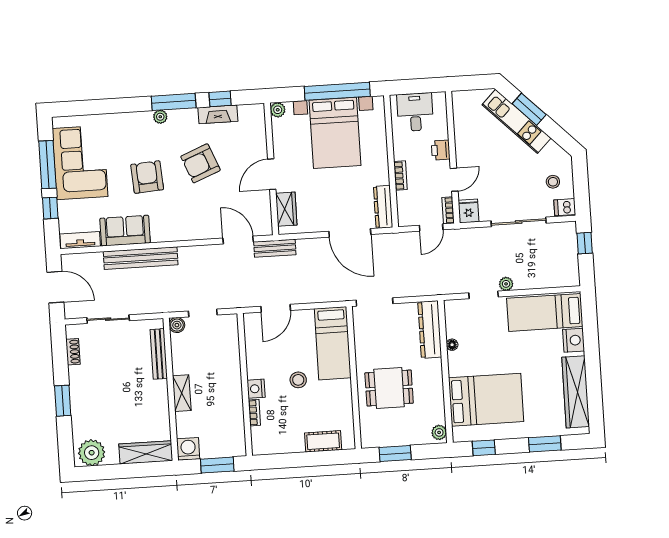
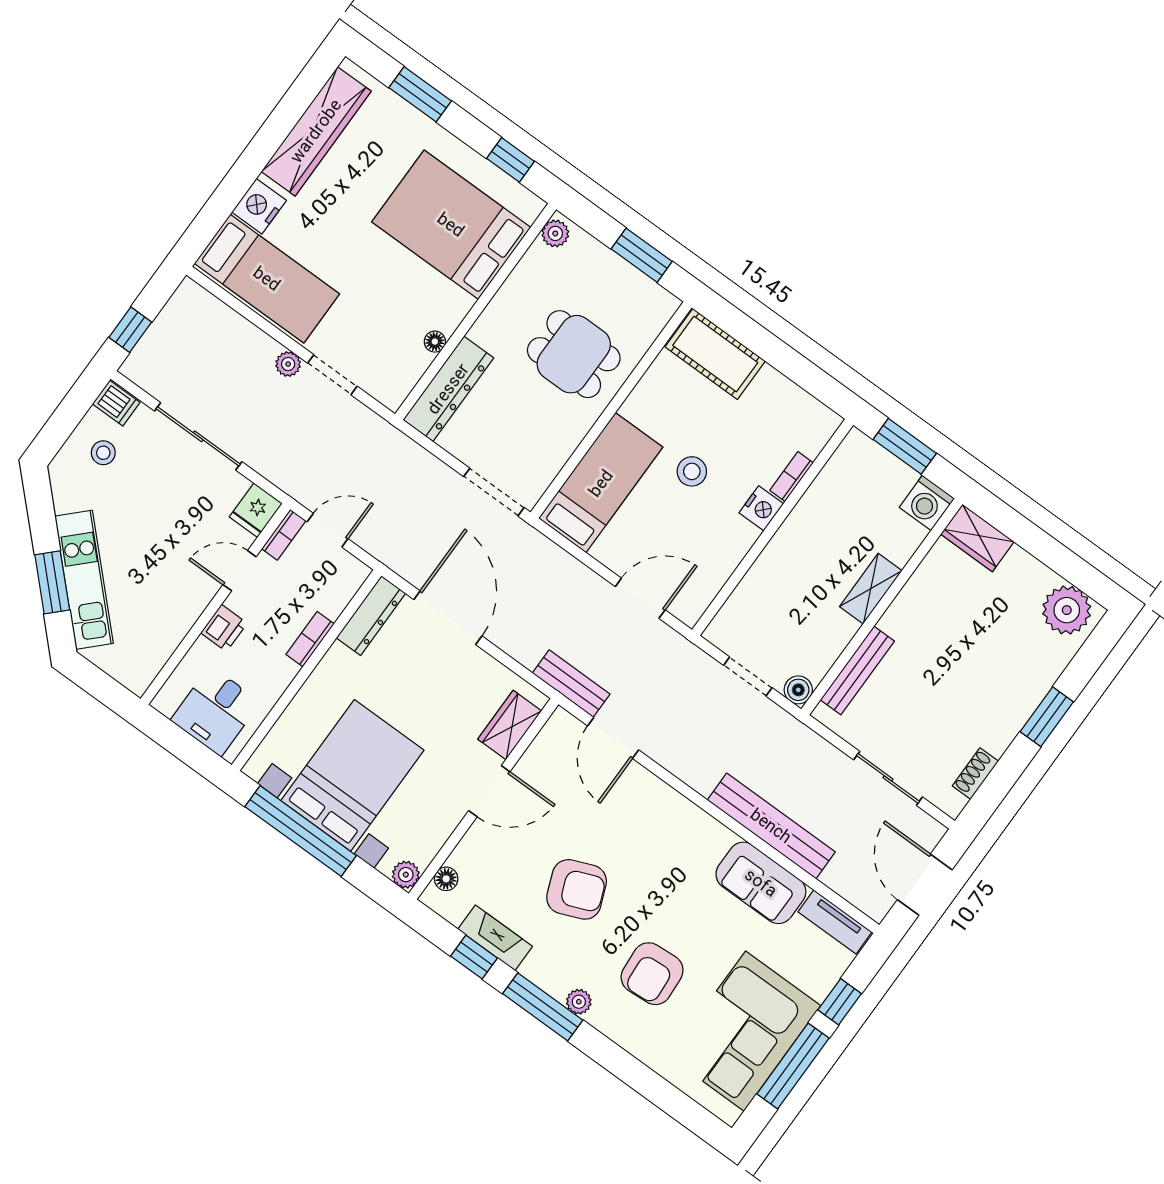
floor lamp: (259, 122) -> (446, 879), added
armchair: (147, 177) -> (652, 974), moved
cot: (323, 441) -> (715, 354), width x1.37, depth x1.34
wardrobe: (146, 452) -> (977, 538), width x0.67

